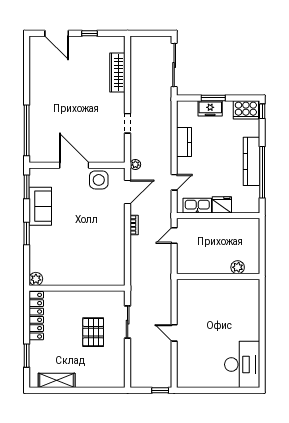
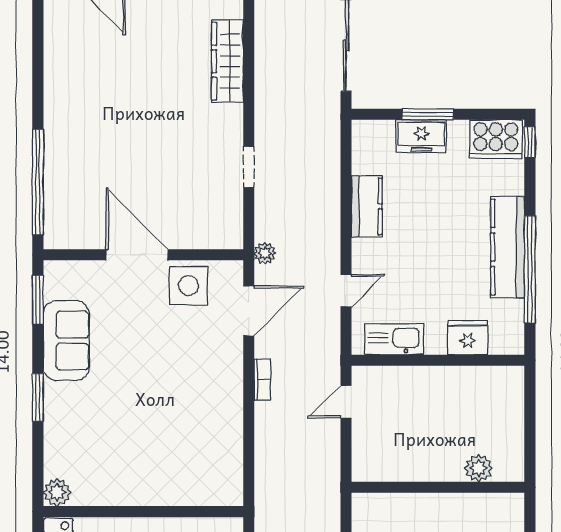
fridge: (222, 205) -> (468, 338), moved

